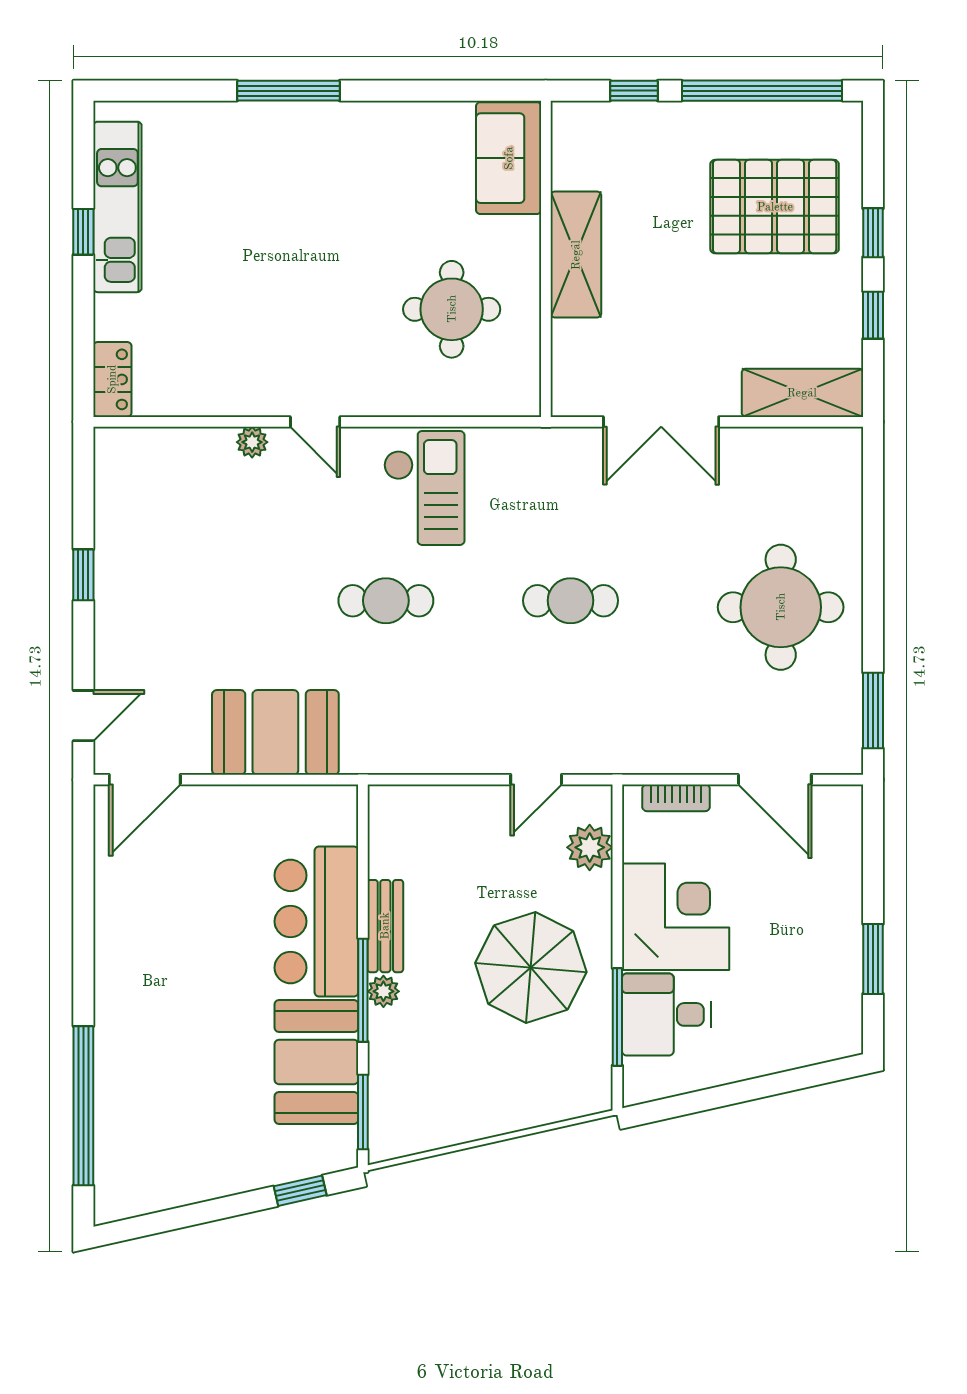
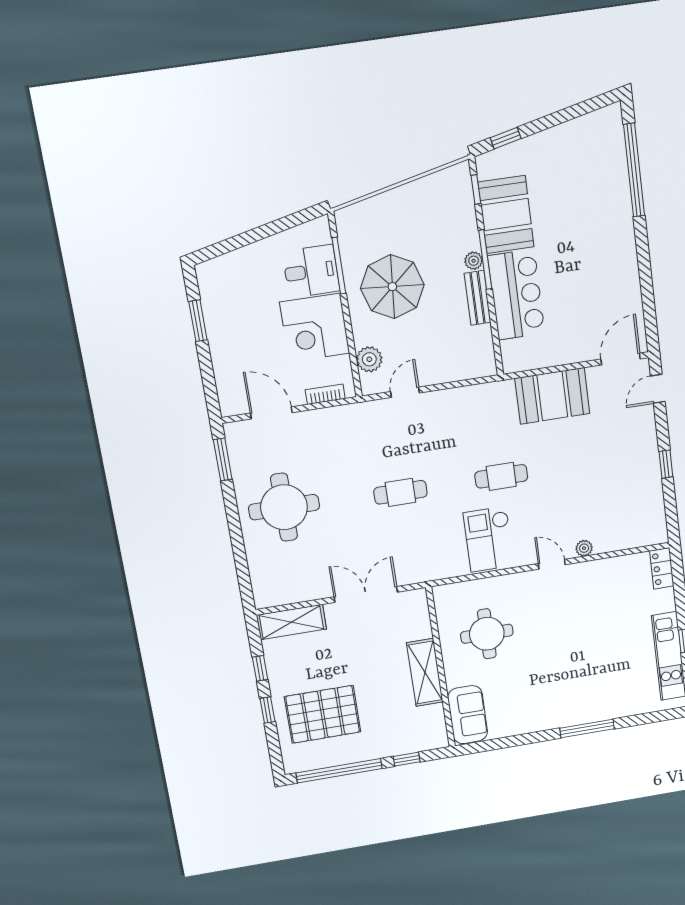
window: (363, 1112) -> (476, 189), width x0.67

